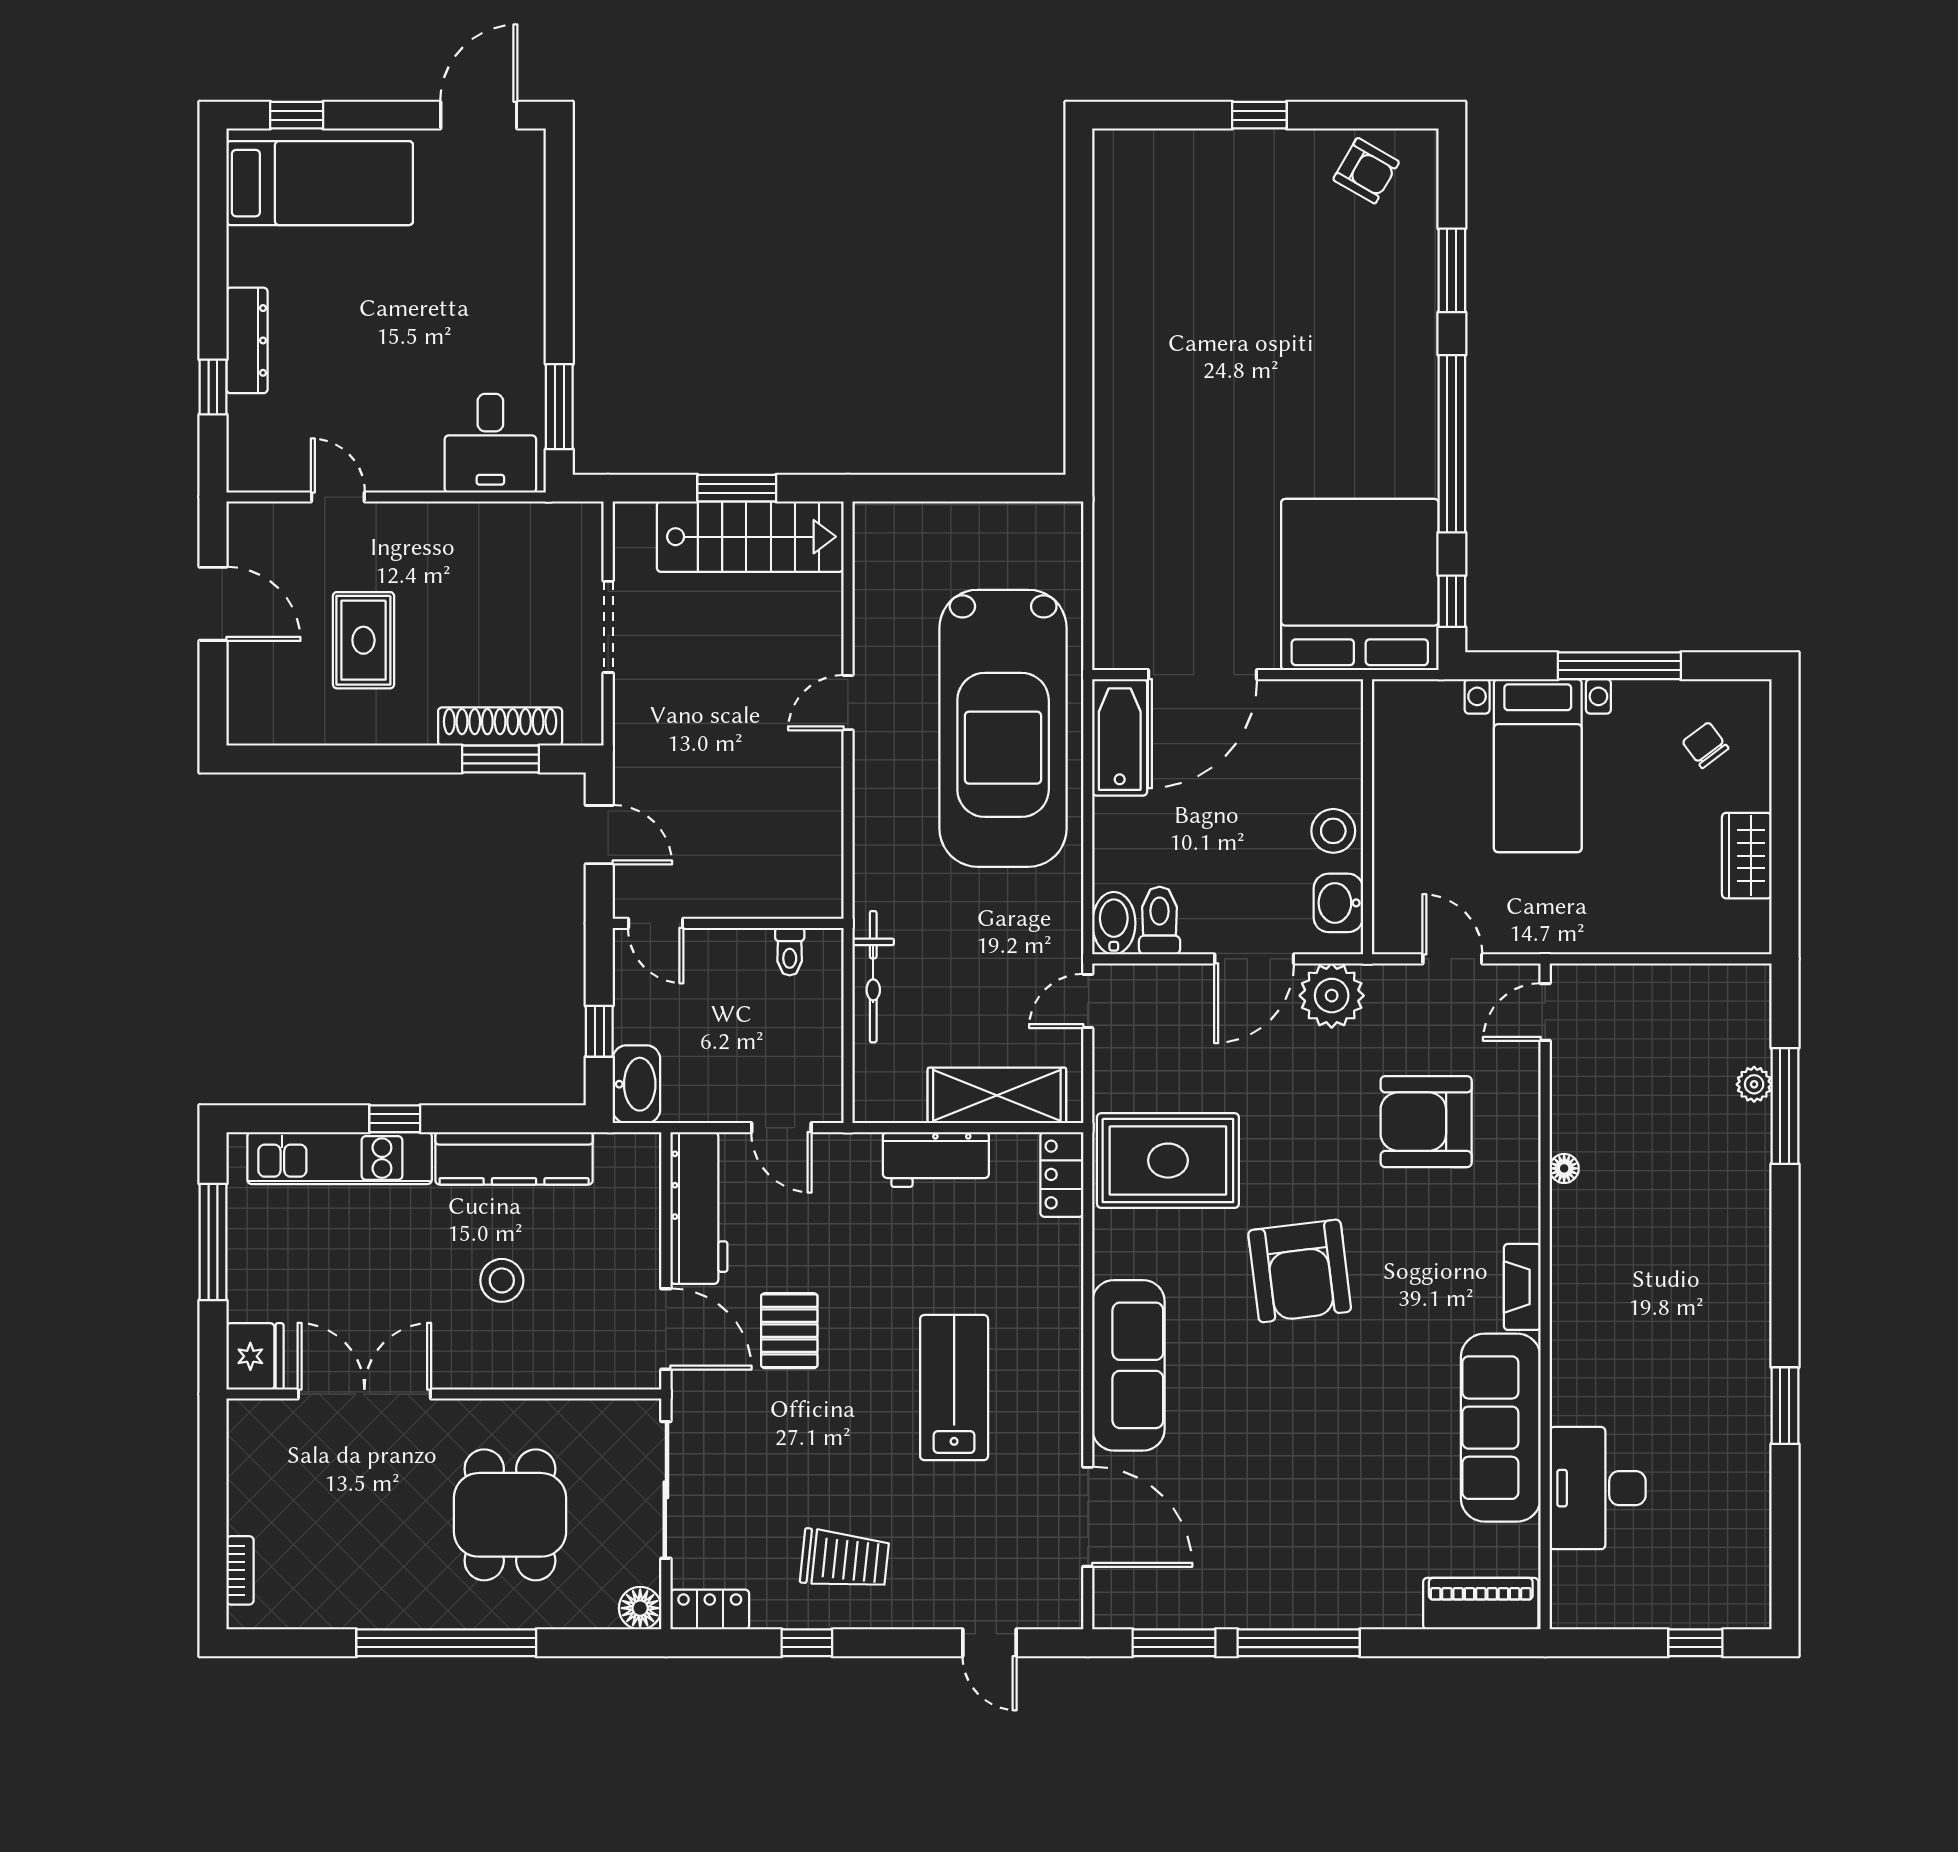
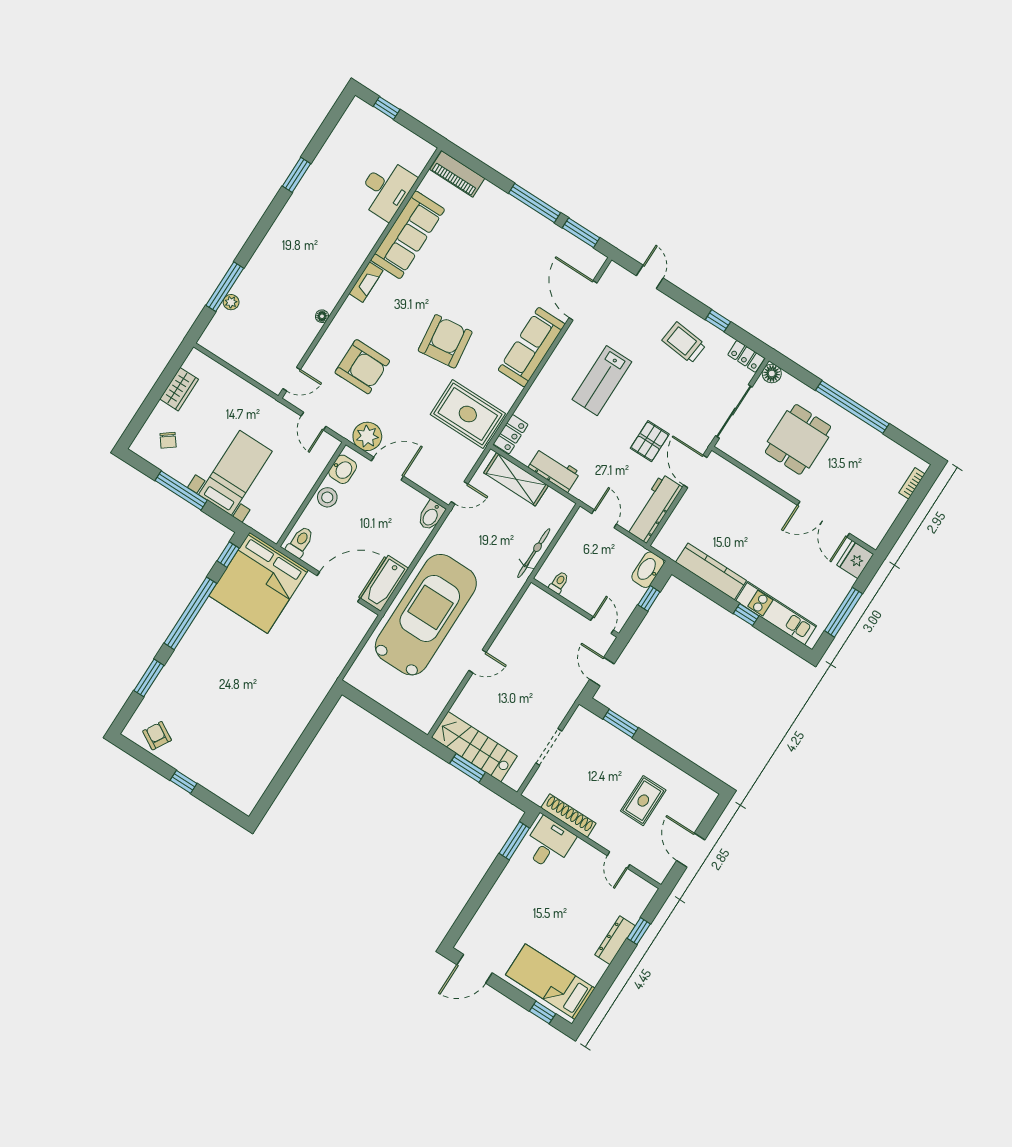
shoe rack: (500, 727) -> (568, 816), moved, turned 180
toilet: (1160, 921) -> (300, 542), moved, turned 180
stool: (502, 1280) -> (745, 529), removed

